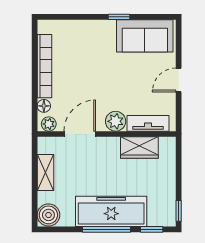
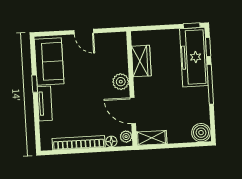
tv unit: (148, 123) -> (45, 103), moved, turned 180
shelving: (45, 172) -> (152, 138), moved
freezer: (111, 211) -> (194, 57), moved

